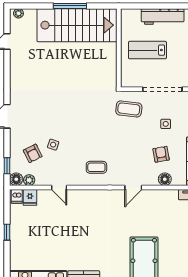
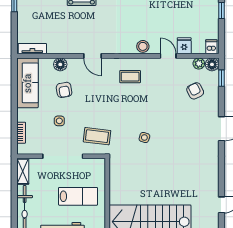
side table: (53, 145) -> (144, 137), moved
door: (133, 188) -> (92, 56), swing flipped
fridge: (30, 197) -> (184, 46), moved
stool: (84, 197) -> (143, 46), added

